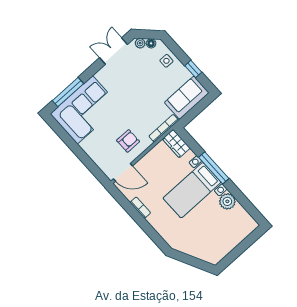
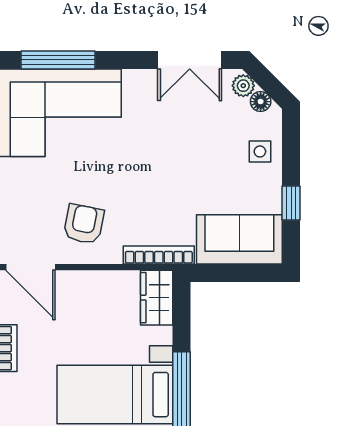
double door: (114, 51) -> (190, 60), swing flipped
armchair: (128, 141) -> (84, 224), turned -79

